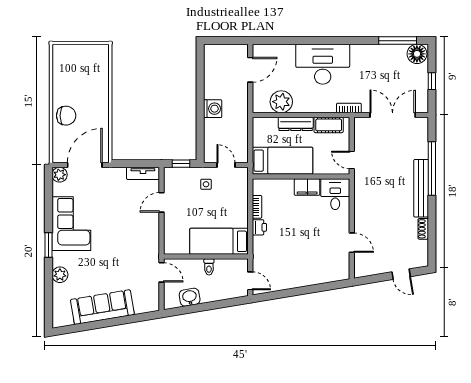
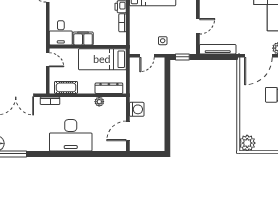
plant: (99, 54) -> (247, 143), added
plant: (281, 102) -> (99, 102), width x0.53, depth x0.53
washing machine: (213, 109) -> (137, 109), moved, turned 180
dresser: (296, 124) -> (109, 88), moved
door: (226, 165) -> (147, 56), hinge flipped
tv unit: (143, 173) -> (218, 49), width x1.41

